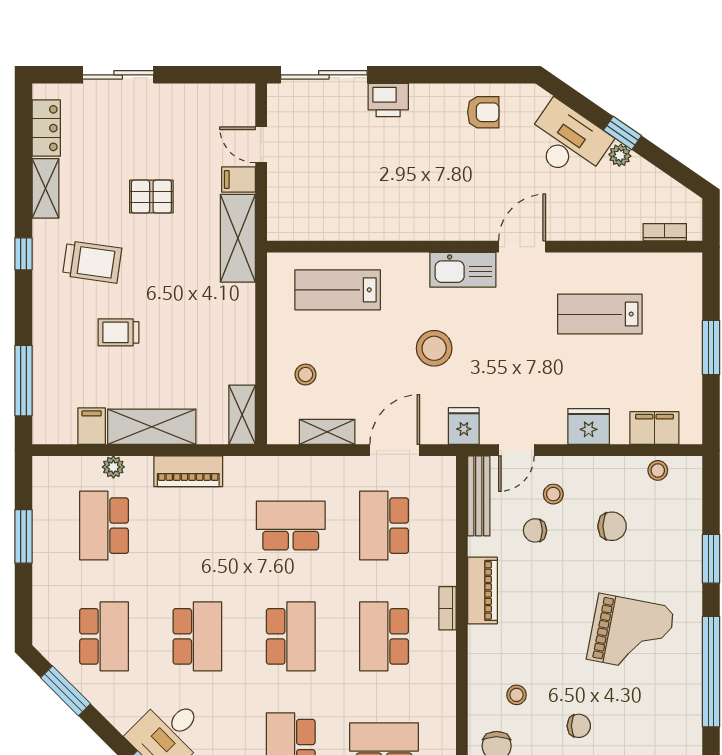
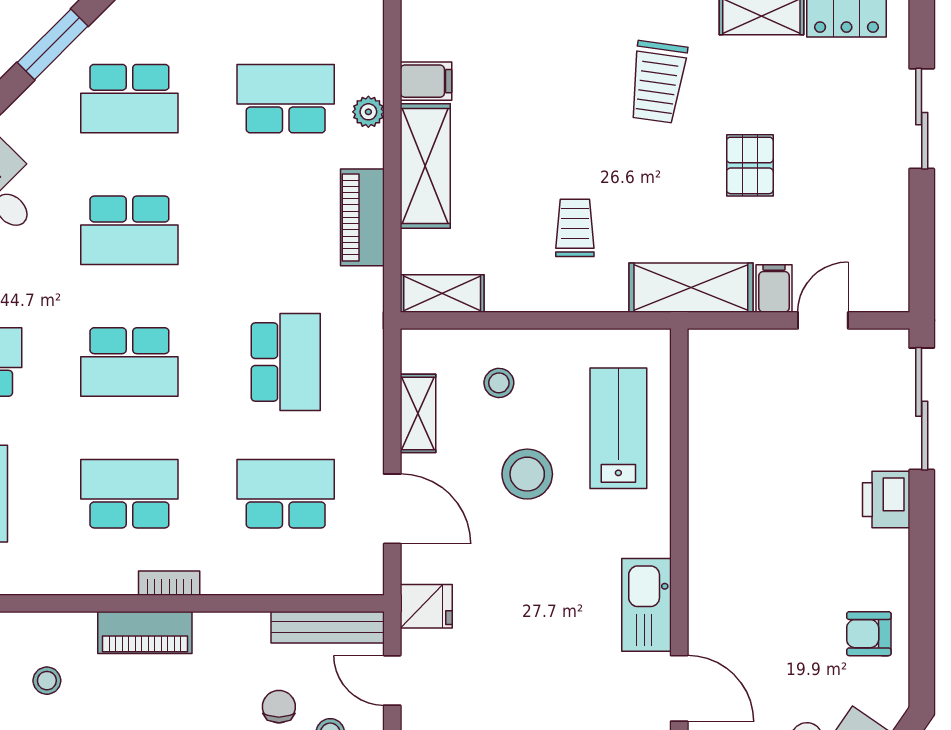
armchair: (483, 112) -> (869, 634), turned 90
trolley: (118, 332) -> (575, 228), moved
stool: (434, 348) -> (527, 474), moved
piano: (482, 590) -> (145, 632), moved

